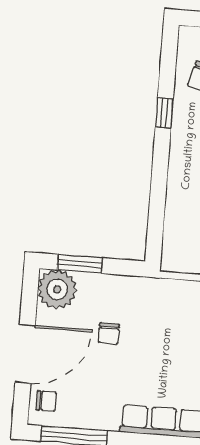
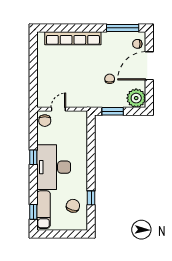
window: (164, 113) -> (91, 198), moved
window: (80, 264) -> (113, 111), moved

